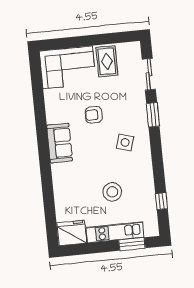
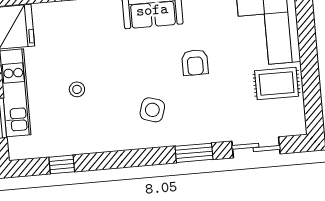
armchair: (94, 115) -> (195, 62), turned 180
stool: (112, 192) -> (77, 89), width x0.53, depth x0.53

